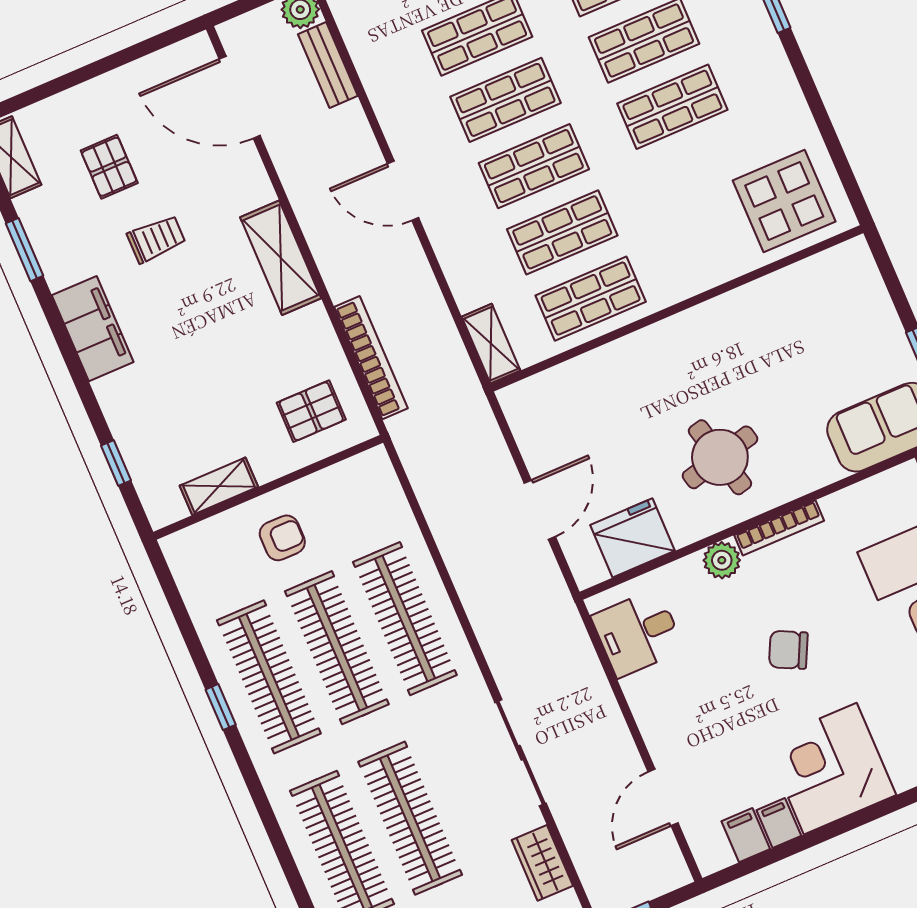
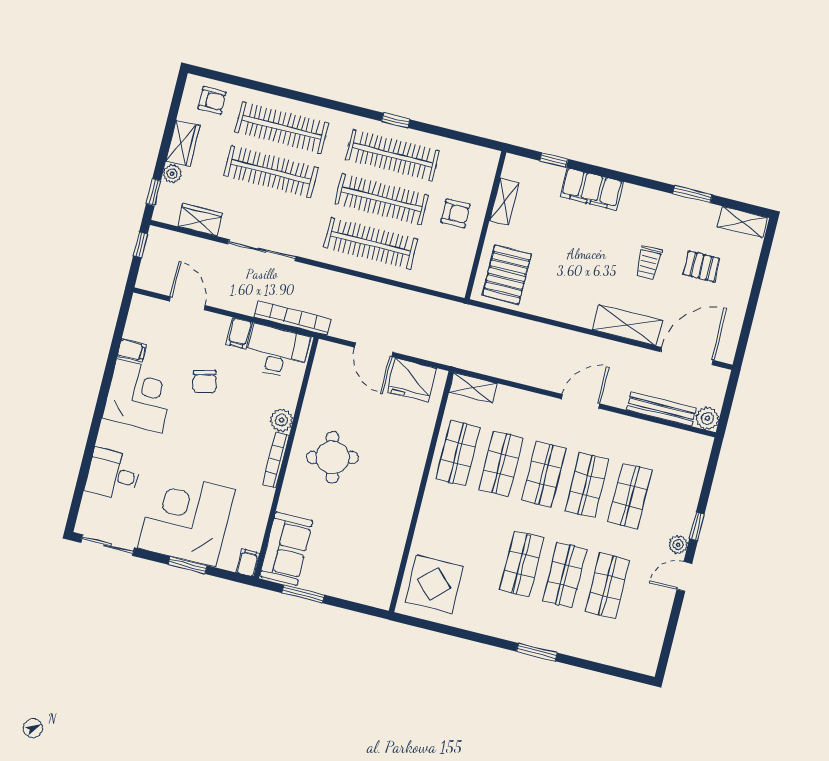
bench: (328, 65) -> (661, 409), width x1.36
shelving: (281, 258) -> (627, 325), moved
filing cabinet: (93, 329) -> (592, 189), moved
bookcase: (371, 358) -> (293, 318), moved, turned 180
pallet: (311, 411) -> (507, 275), width x1.50, depth x1.42
armchair: (282, 538) -> (456, 213), turned -90
fridge: (633, 538) -> (412, 380), moved, turned 90
desk: (638, 633) -> (277, 352), width x1.37
chair: (788, 650) -> (205, 382), moved, turned 140
filing cabinet: (746, 835) -> (239, 333), moved, turned 90

